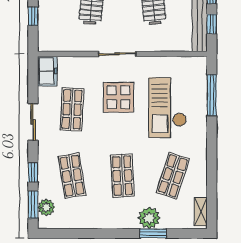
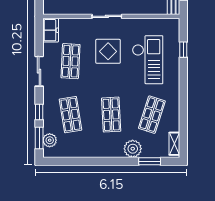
window: (212, 95) -> (183, 50), width x0.46
checkout: (168, 108) -> (148, 60), turned 180
window: (153, 233) -> (150, 161), moved

